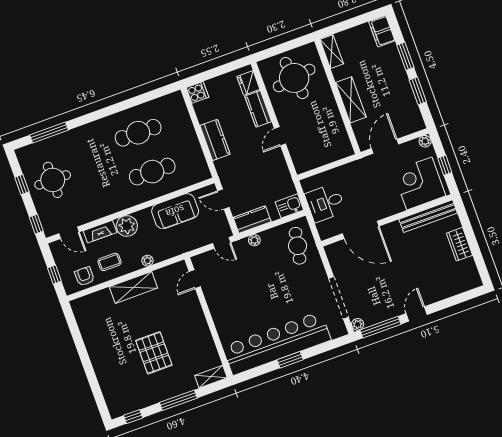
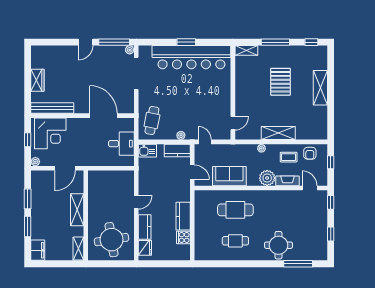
cooker: (197, 92) -> (183, 237), moved
cafe table: (138, 133) -> (235, 241), width x0.73, depth x0.74
round table: (53, 180) -> (278, 245), moved
shelving: (101, 363) -> (320, 88), added

